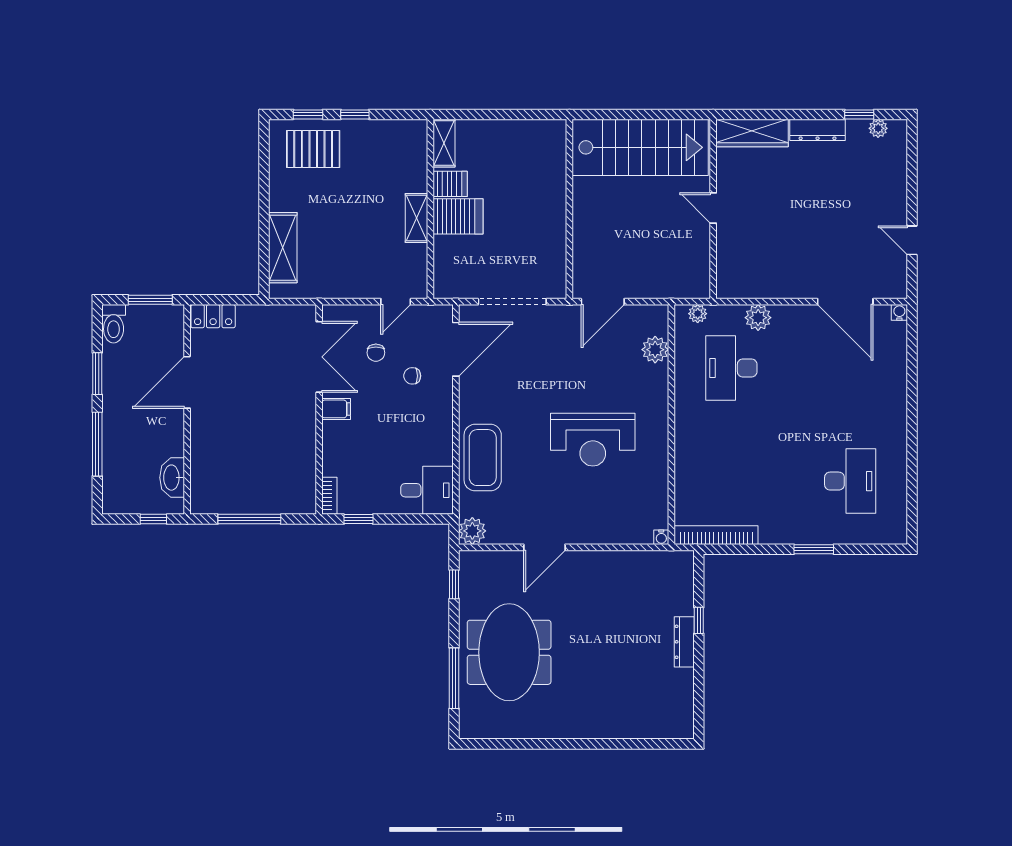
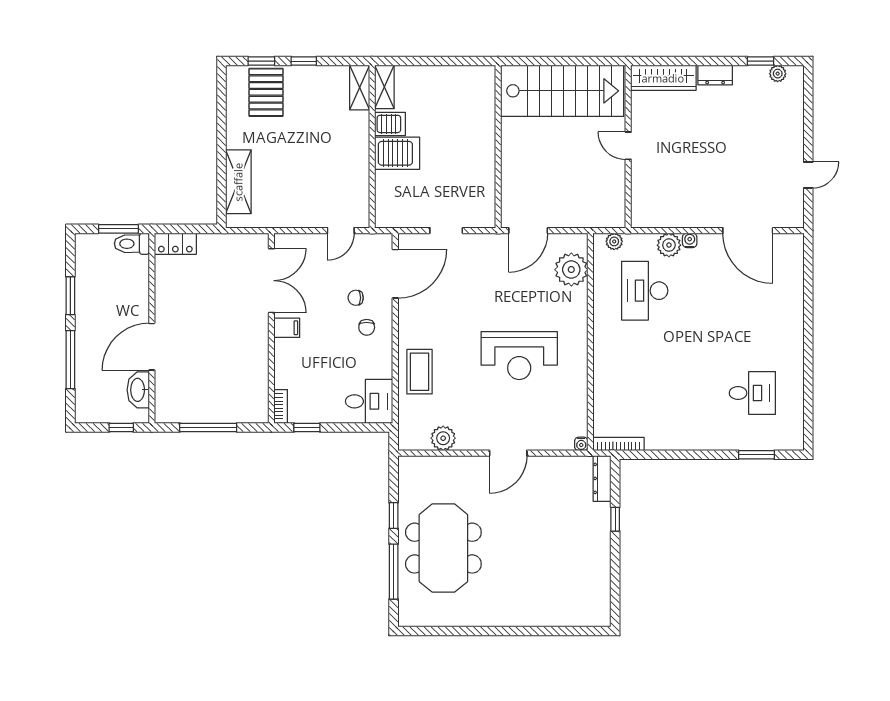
dresser: (818, 130) -> (715, 75), width x0.70
pallet: (313, 149) -> (266, 92), turned 90
shelving: (417, 218) -> (360, 88), moved
door: (912, 240) -> (808, 175), swing flipped
doorway: (512, 302) -> (446, 231), width x0.53
water cooler: (899, 312) -> (690, 240), moved
toilet: (114, 324) -> (132, 244), moved, turned 90
plant: (655, 350) -> (571, 270), width x1.36, depth x1.36
chair: (376, 353) -> (367, 327), moved
door: (187, 382) -> (152, 347), moved
coffee table: (483, 458) -> (420, 372), width x0.73, depth x0.76
desk: (850, 481) -> (752, 393), width x0.73
plant: (472, 531) -> (443, 438), moved
bookcase: (716, 535) -> (619, 444), width x0.68, depth x0.76
door: (544, 547) -> (508, 453), moved
window: (814, 549) -> (756, 455), moved
window: (454, 584) -> (394, 516), moved
dresser: (684, 642) -> (602, 478), moved

